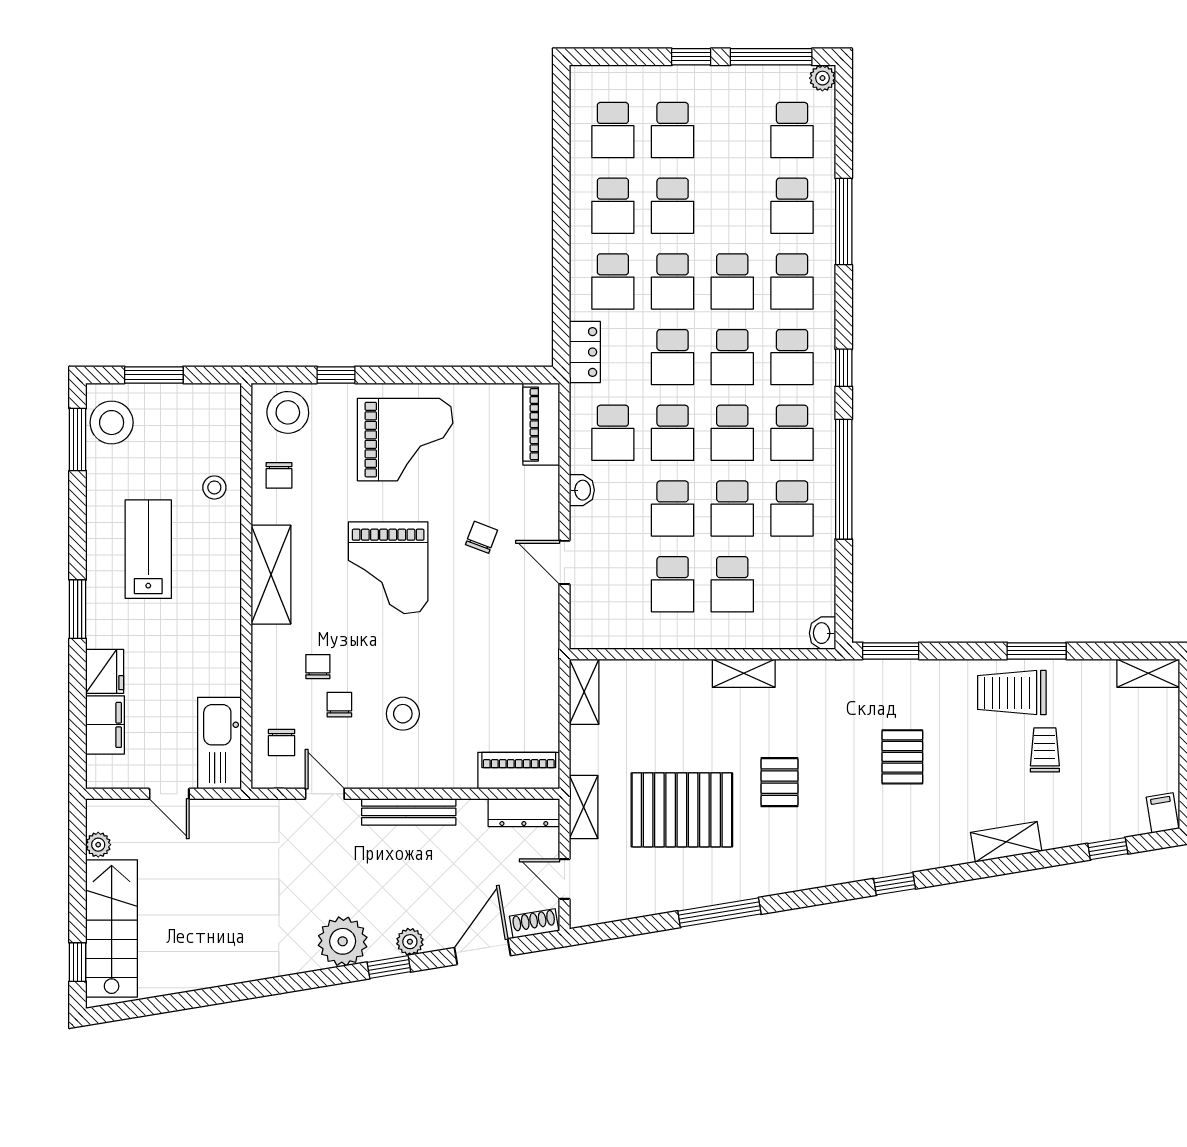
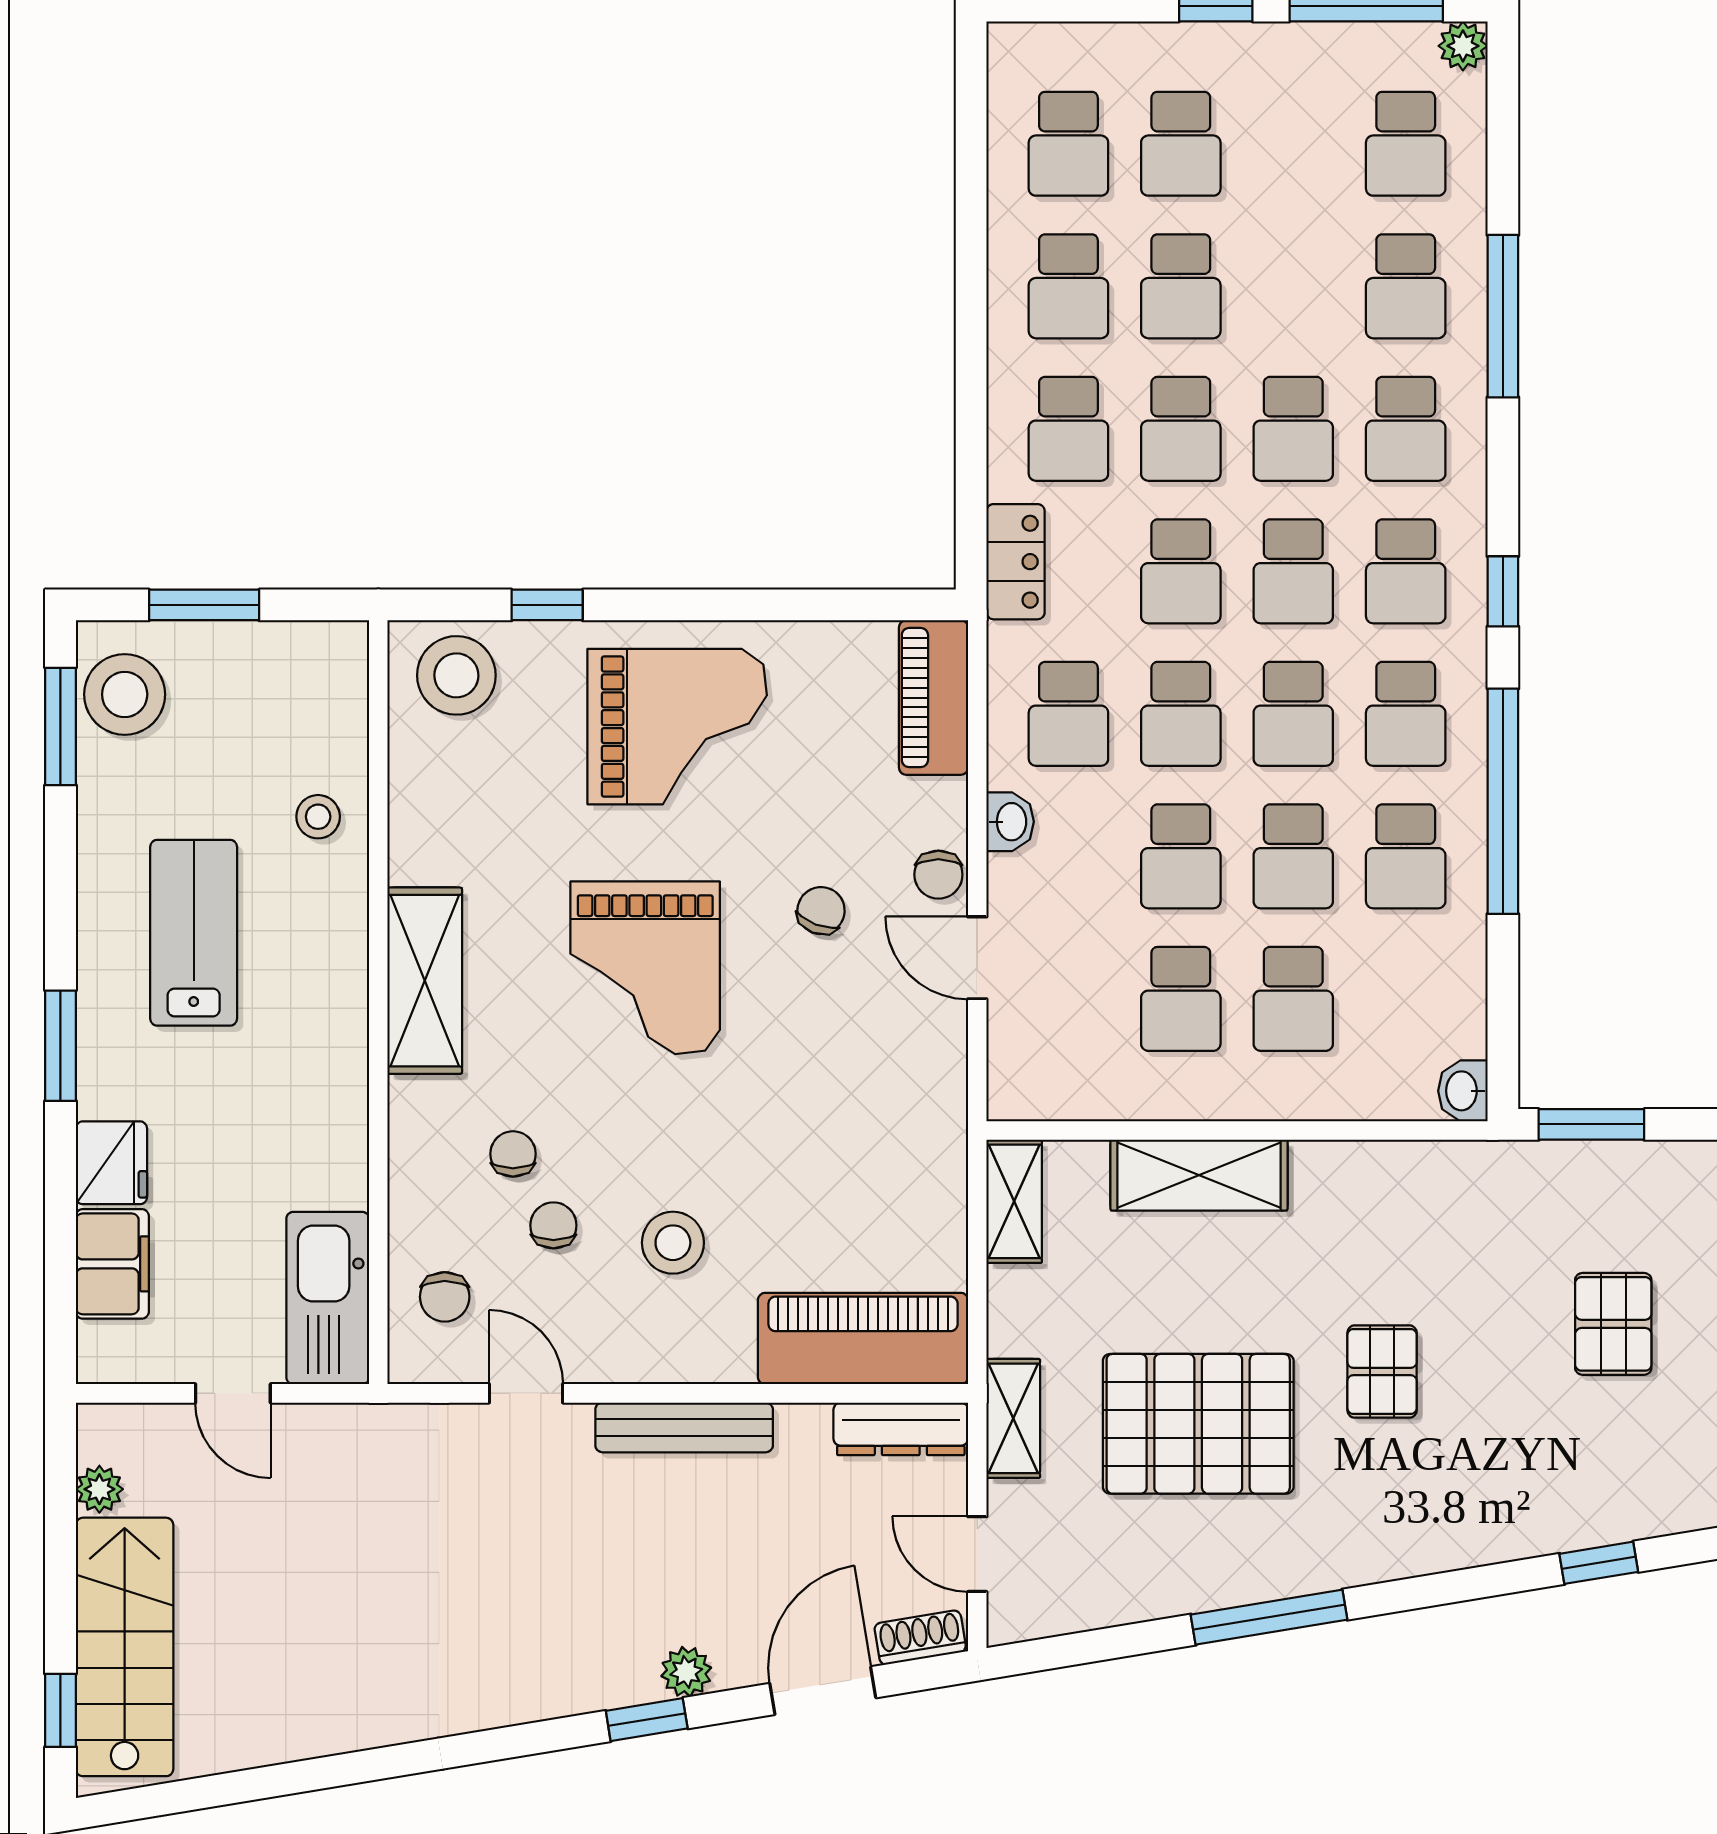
chair: (279, 475) -> (938, 875), moved
shelving: (744, 673) -> (1199, 1175), moved, width x1.50, depth x1.33
piano: (519, 771) -> (863, 1339), width x1.37, depth x1.33
plant: (343, 941) -> (560, 1671), removed

